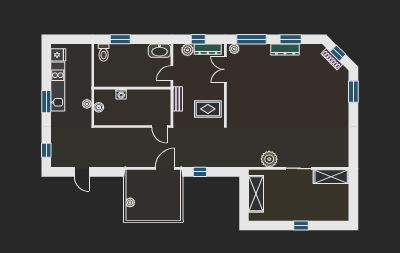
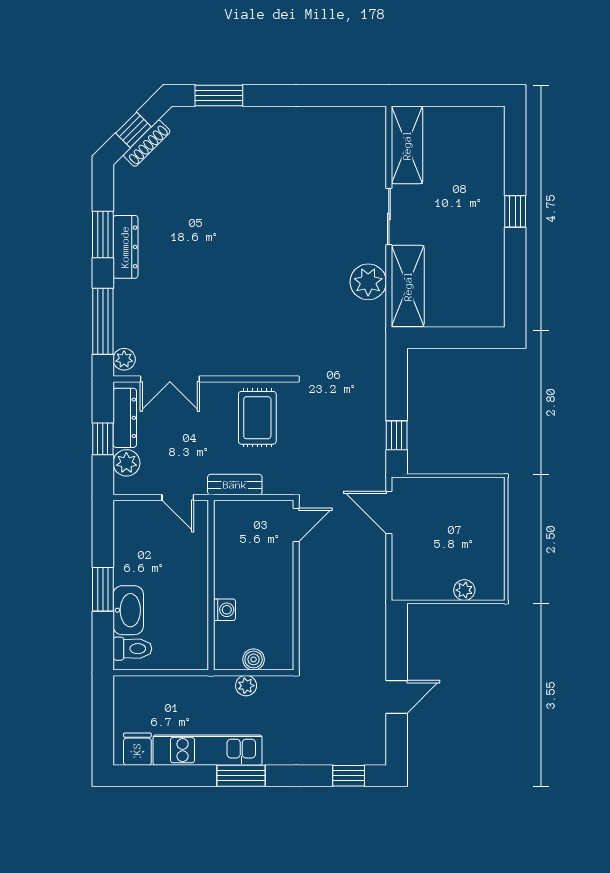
window: (120, 39) -> (103, 589), moved
washbasin: (160, 51) -> (128, 610), moved
shelving: (256, 194) -> (408, 286), moved, turned 90

